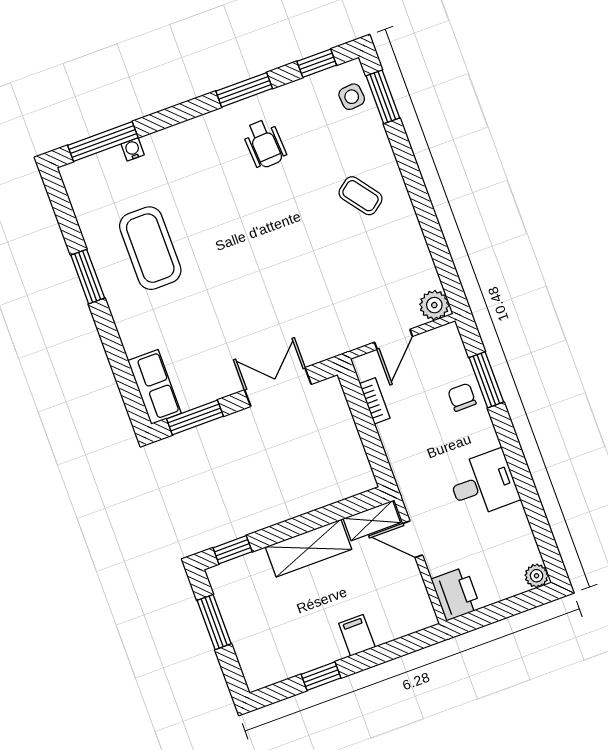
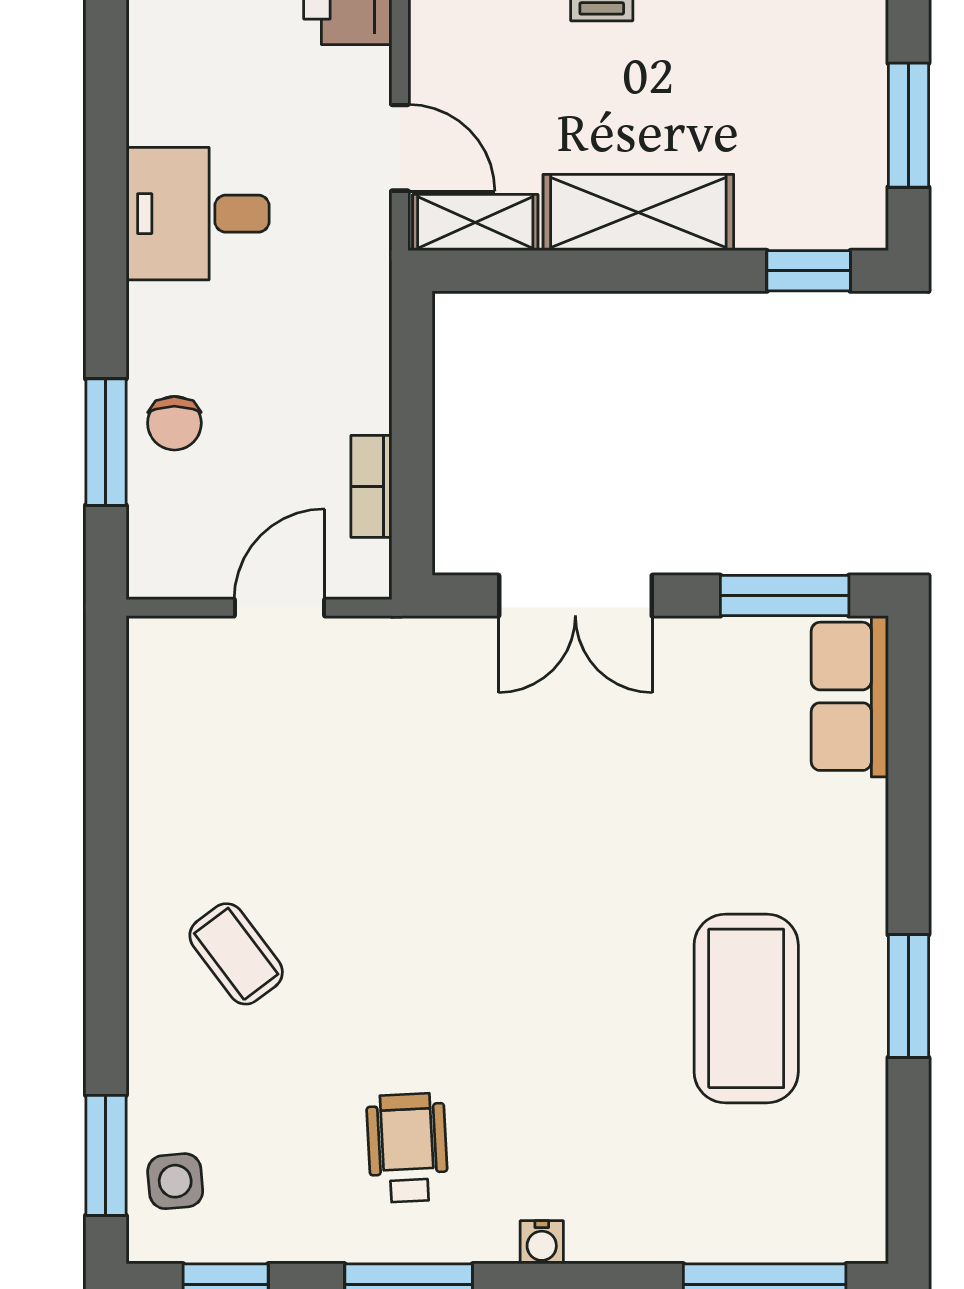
water cooler: (133, 149) -> (542, 1242), moved
plant: (434, 305) -> (161, 651), removed

